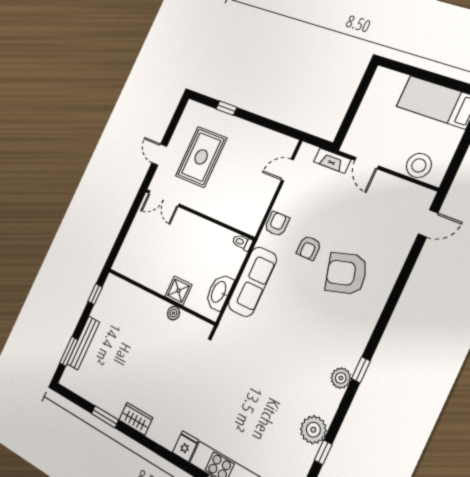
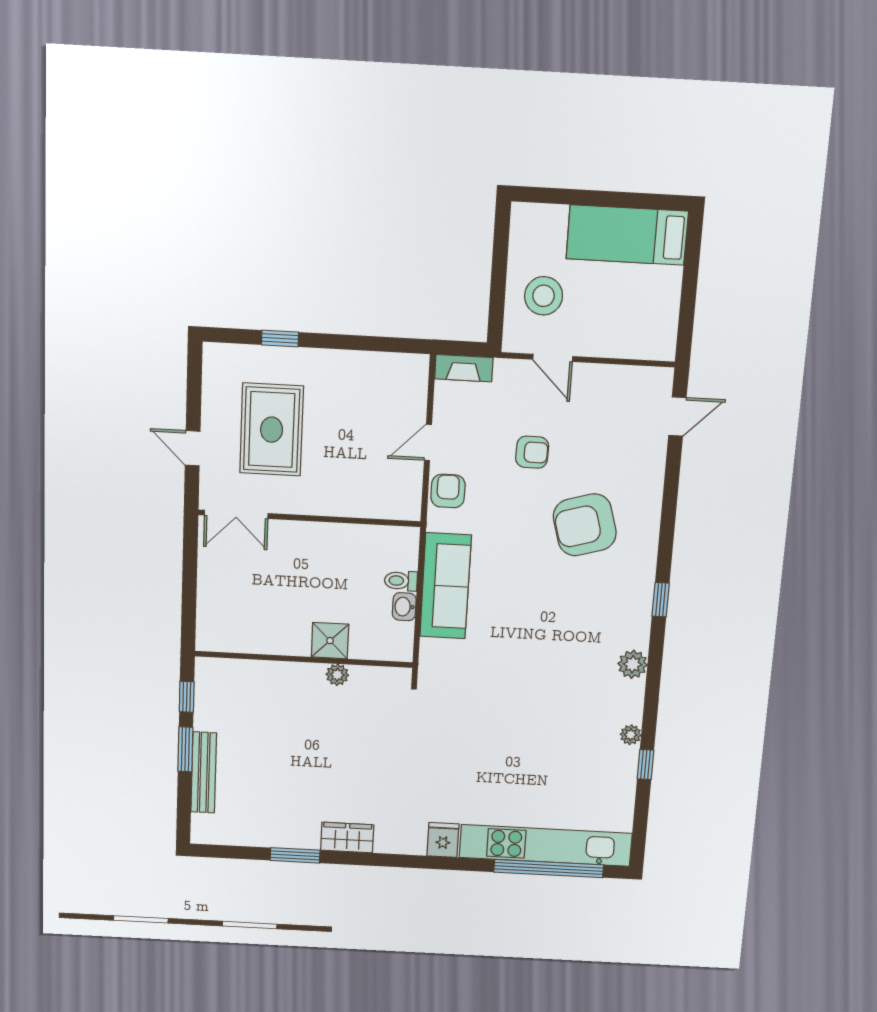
fireplace: (332, 161) -> (464, 368), moved
stool: (419, 165) -> (544, 296), moved
door: (287, 170) -> (428, 442), moved
toilet: (242, 242) -> (401, 581), moved
armchair: (309, 248) -> (532, 452), moved, turned -89
washbasin: (219, 292) -> (404, 607), width x0.52, depth x0.69
window: (69, 351) -> (185, 749), moved
window: (361, 370) -> (661, 600), moved
plant: (313, 430) -> (631, 735), width x0.53, depth x0.53

